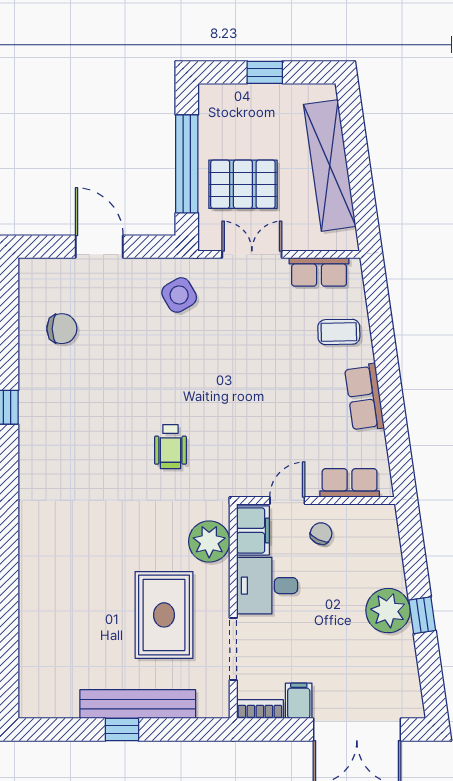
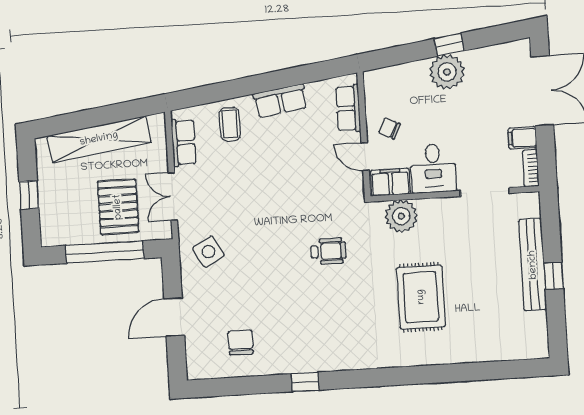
rug: (164, 615) -> (421, 297), moved, turned 90

